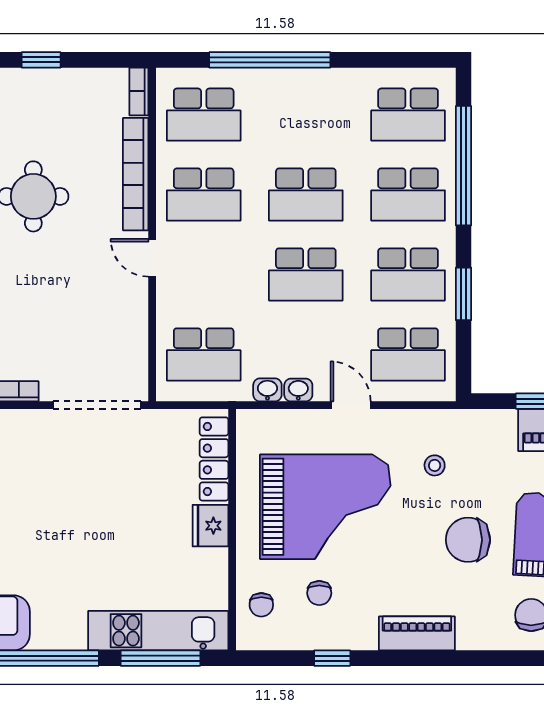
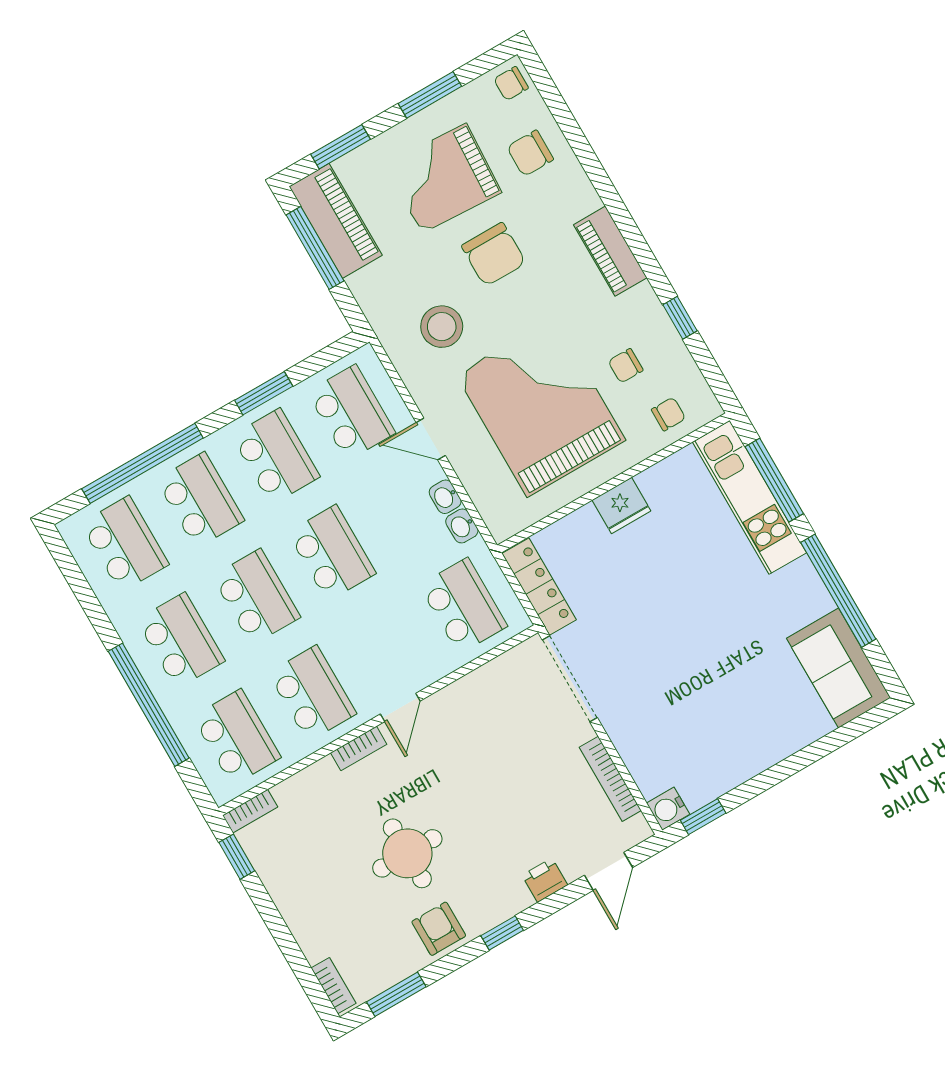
window: (41, 60) -> (237, 857), moved
school desk: (306, 115) -> (181, 641), added
bookcase: (136, 174) -> (359, 748), width x0.43, depth x0.76
door: (351, 405) -> (431, 439), hinge flipped
locker: (214, 459) -> (539, 587), moved, turned -90
stool: (435, 465) -> (442, 327), width x1.89, depth x1.89
chair: (319, 593) -> (626, 366), turned 180

